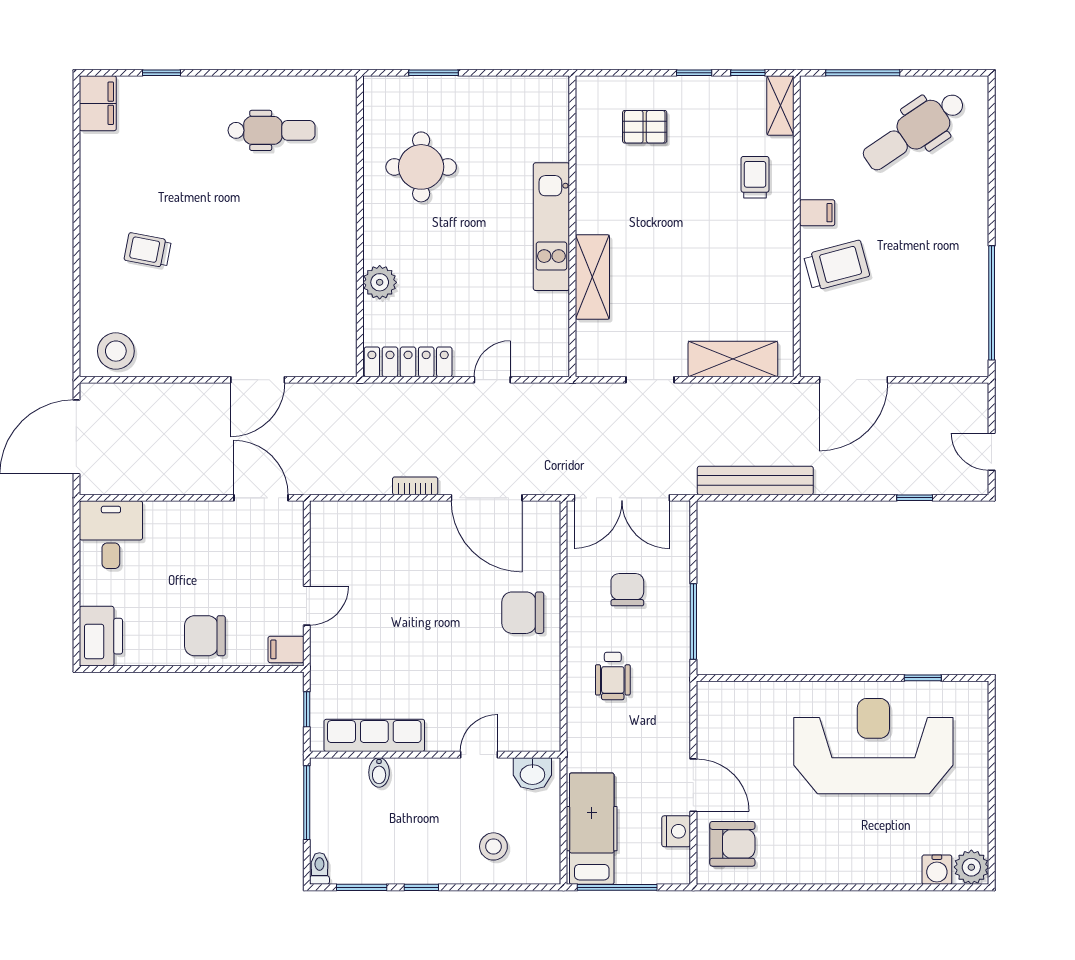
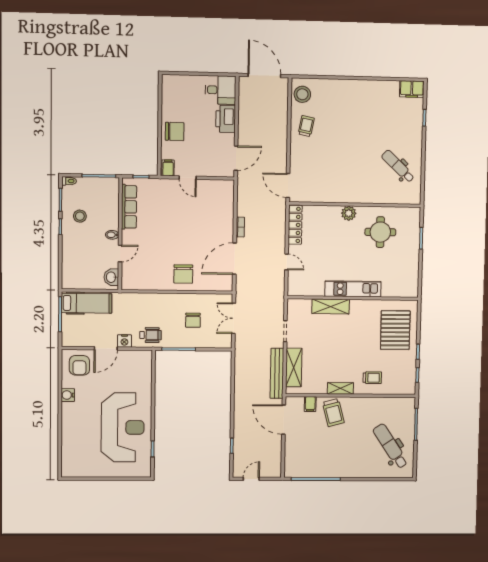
shelving: (780, 106) -> (340, 388), moved
pallet: (645, 127) -> (395, 330), width x2.05, depth x2.00
dental chair: (272, 130) -> (398, 166), turned 133
filing cabinet: (817, 213) -> (310, 404), moved
trolley: (148, 250) -> (306, 126), moved
plant: (380, 282) -> (349, 213), moved
door: (258, 380) -> (288, 185), moved
bench: (755, 480) -> (277, 373), moved
double door: (622, 498) -> (234, 318), width x0.73
chair: (627, 590) -> (193, 320), turned 90
chair: (523, 613) -> (183, 274), turned 180
printer: (101, 636) -> (226, 119), moved, turned 90
chair: (205, 636) -> (175, 131), turned 90
wheelchair: (613, 676) -> (150, 335), moved, turned 180
door: (479, 755) -> (120, 253), hinge flipped
bidet: (379, 772) -> (112, 235), moved
nightstand: (676, 831) -> (124, 341), moved
stool: (493, 846) -> (80, 216), moved
plant: (971, 867) -> (69, 470), removed
water cooler: (937, 870) -> (68, 395), moved

